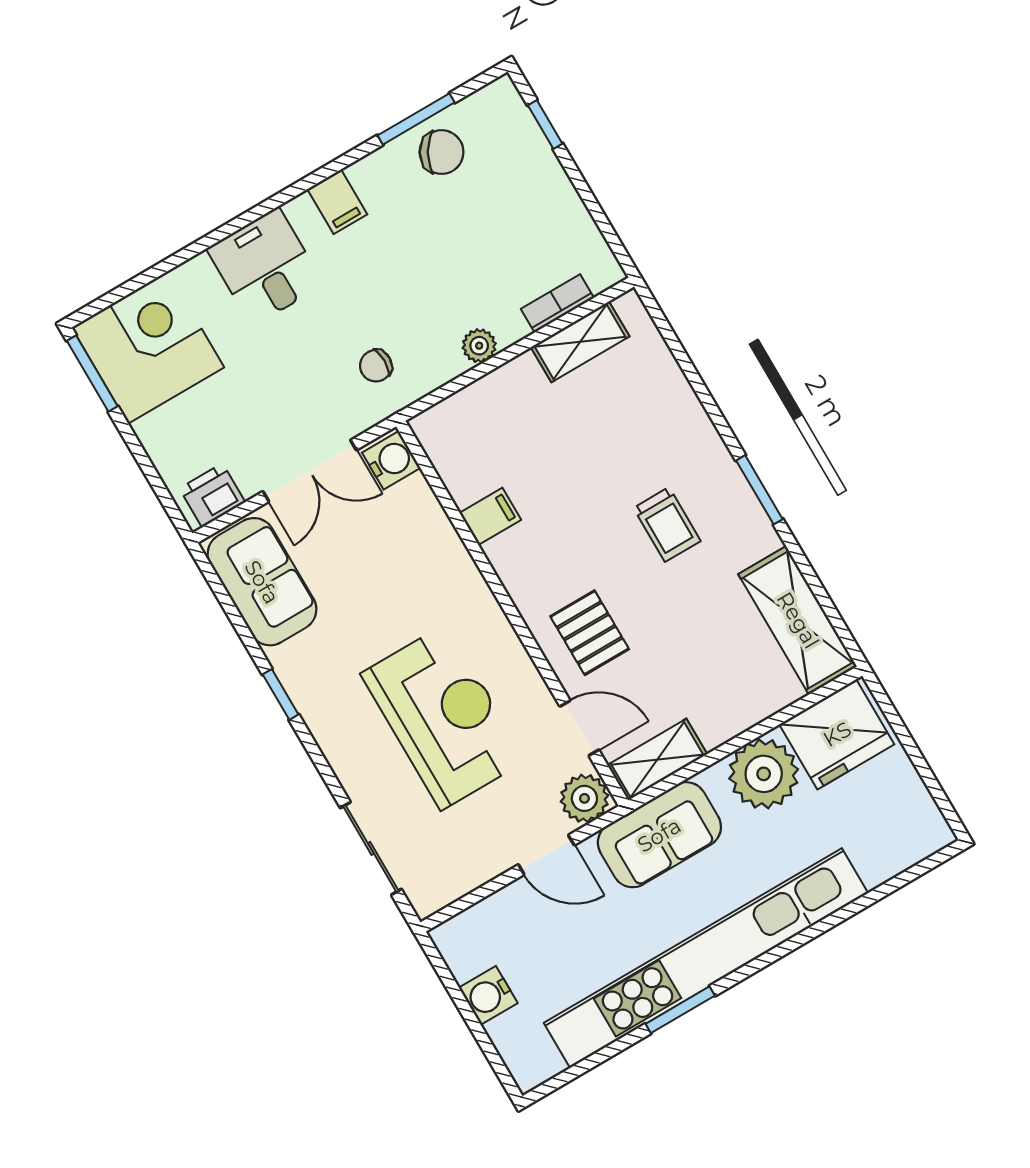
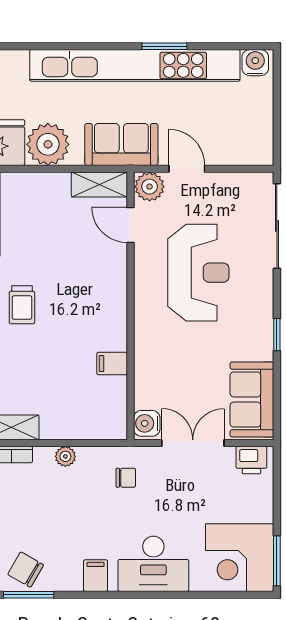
desk: (265, 267) -> (153, 564), width x1.37
trolley: (667, 524) -> (22, 305), turned 180
pallet: (590, 633) -> (96, 272), removed
reception desk: (443, 717) -> (198, 273), turned 180
sliding door: (371, 848) -> (277, 226), width x1.37
water cooler: (488, 995) -> (255, 63), moved, turned -90

